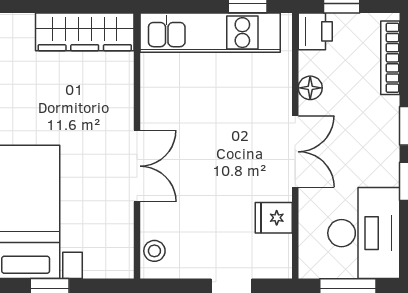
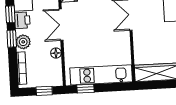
printer: (315, 31) -> (22, 20), moved, turned 180
plant: (383, 117) -> (23, 42), added

